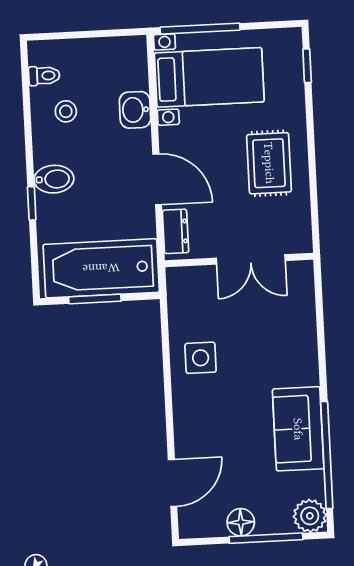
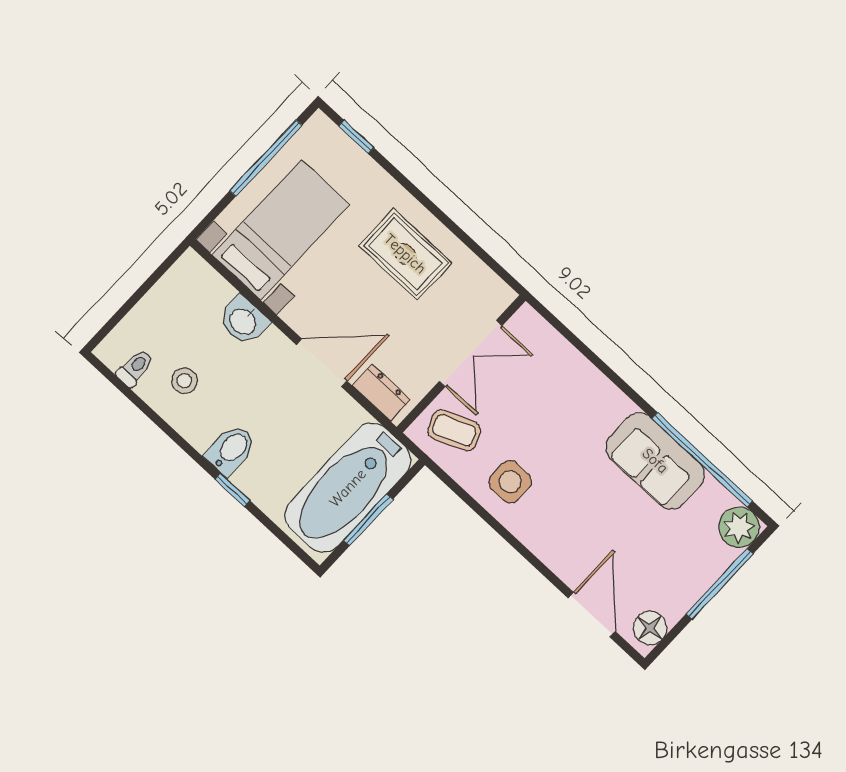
window: (200, 29) -> (266, 158), moved
coffee table: (197, 295) -> (454, 430), added
floor lamp: (241, 522) -> (650, 628), moved

